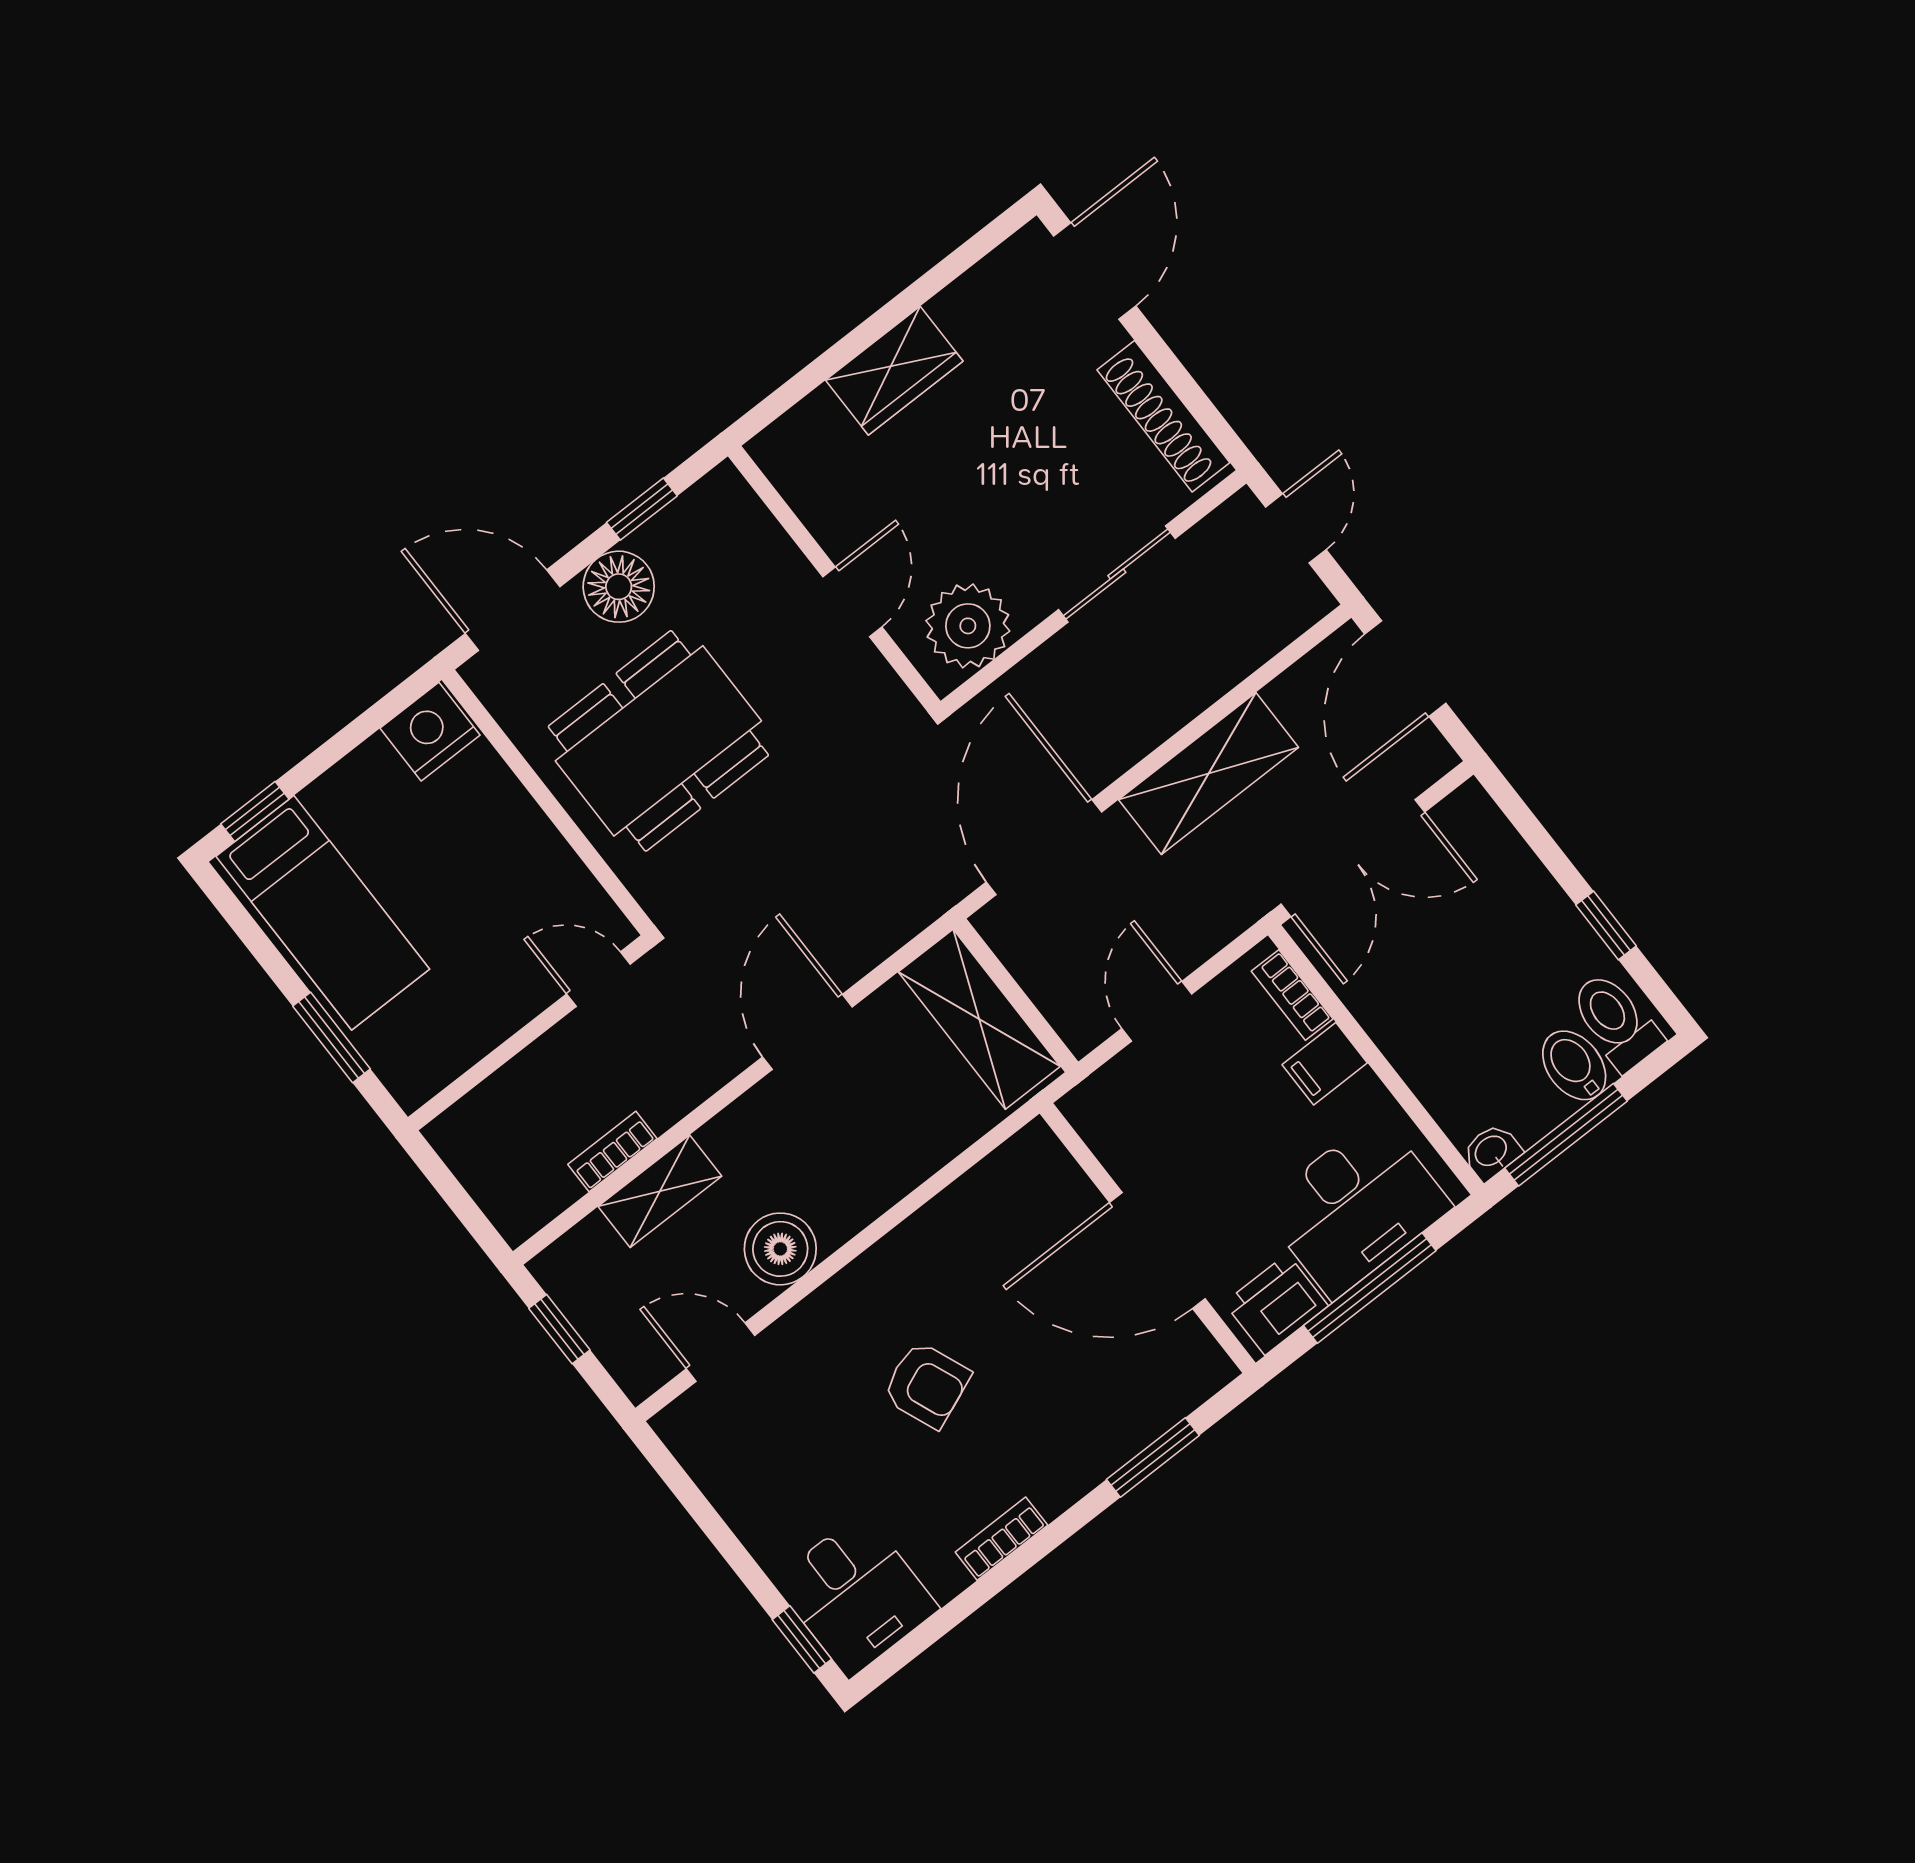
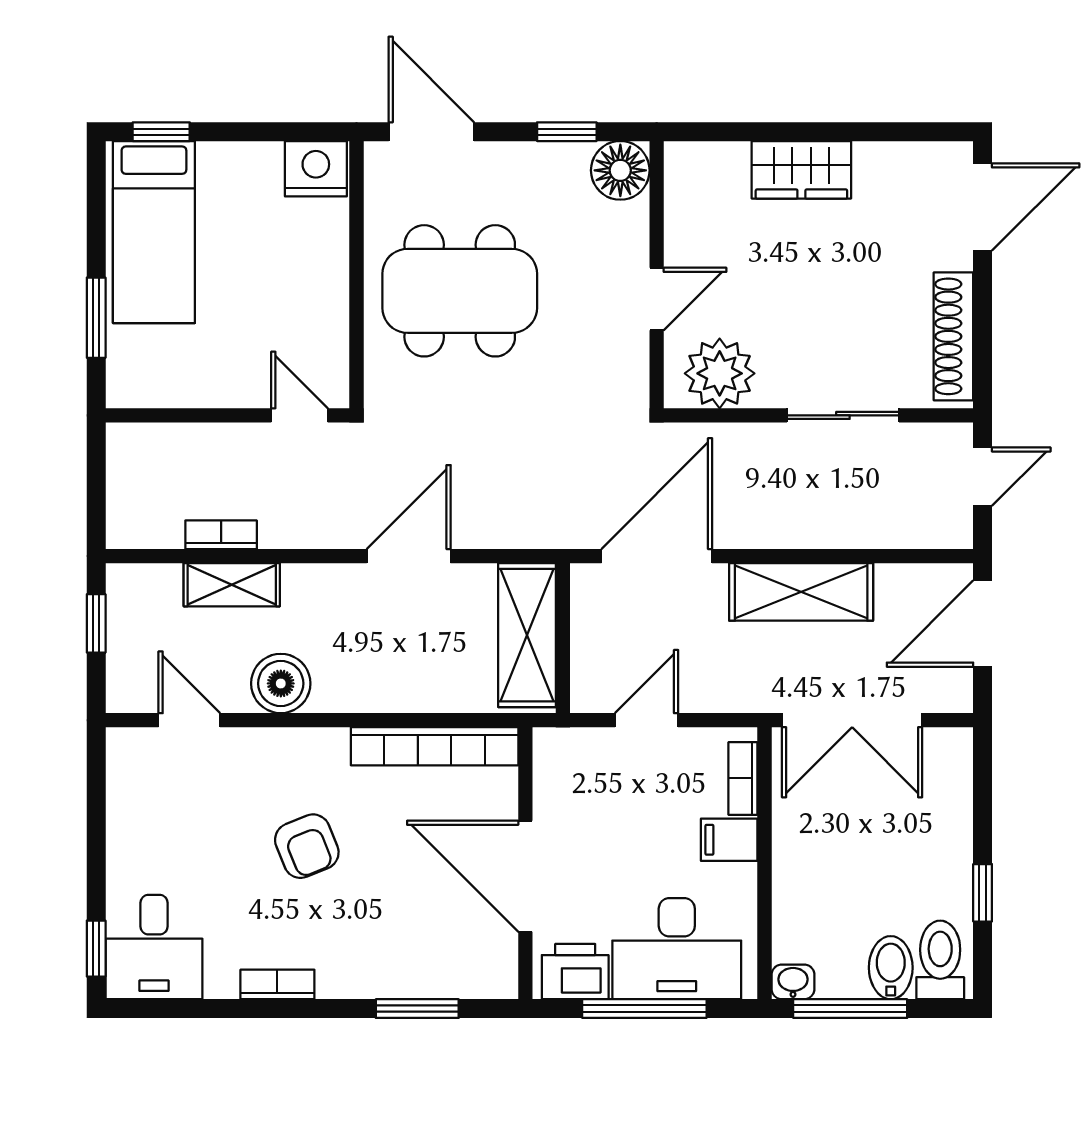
floor lamp: (619, 587) -> (620, 170), moved
bookcase: (974, 1194) -> (435, 746), added

